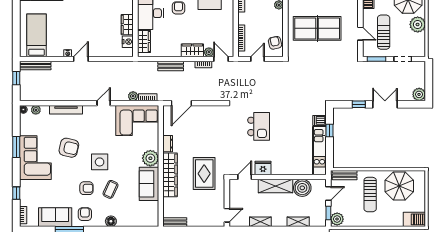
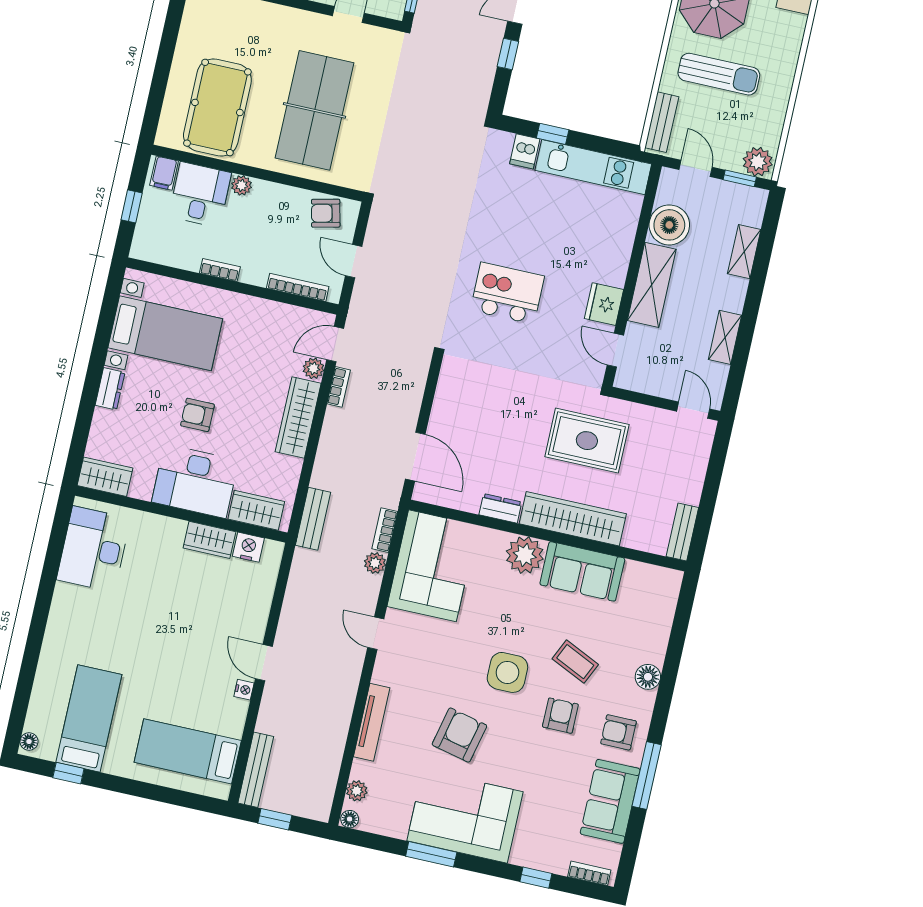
wardrobe: (192, 50) -> (298, 418), width x1.50
bench: (171, 66) -> (313, 519), moved

